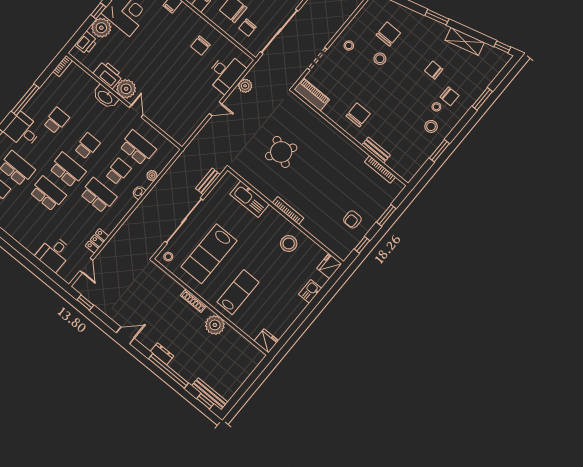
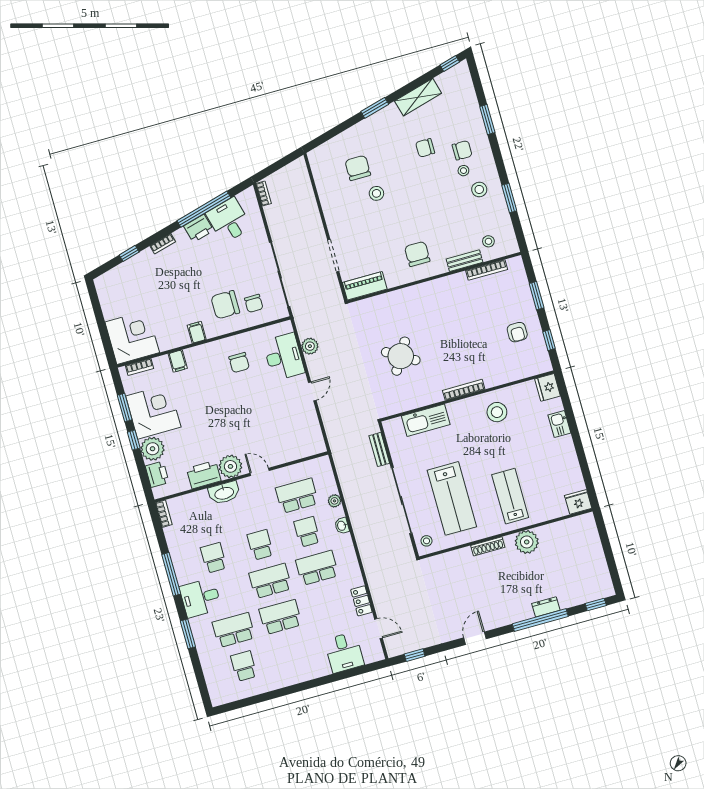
stool: (349, 46) -> (488, 241), moved
dresser: (162, 354) -> (546, 607), moved
bench: (210, 394) -> (592, 595), removed

